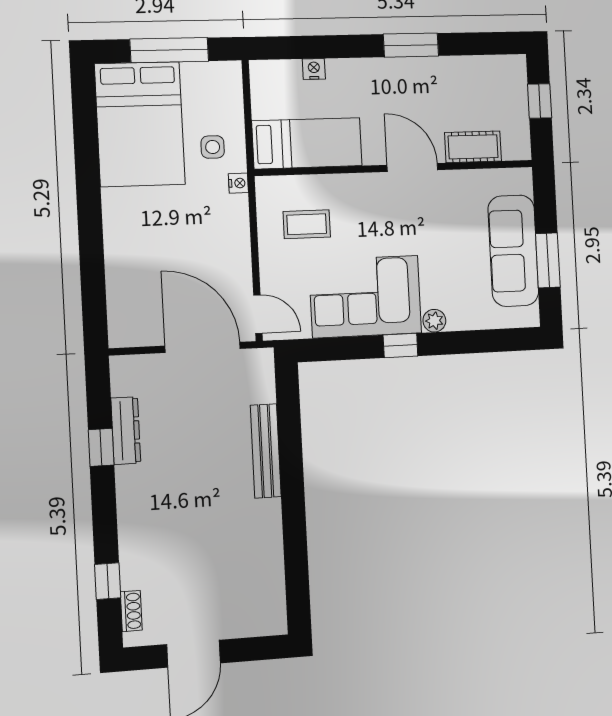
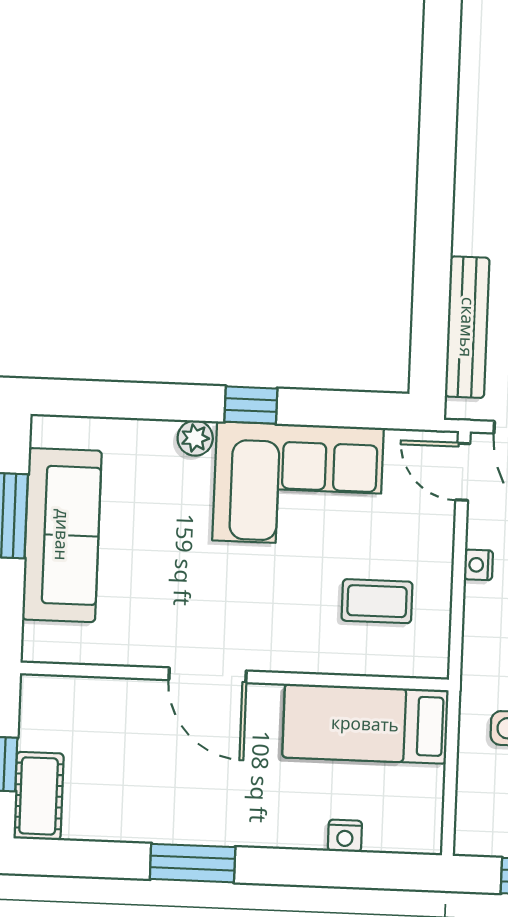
cot: (473, 147) -> (39, 796), moved, turned 90
nightstand: (238, 183) -> (478, 565), moved
bench: (266, 451) -> (467, 327), moved

